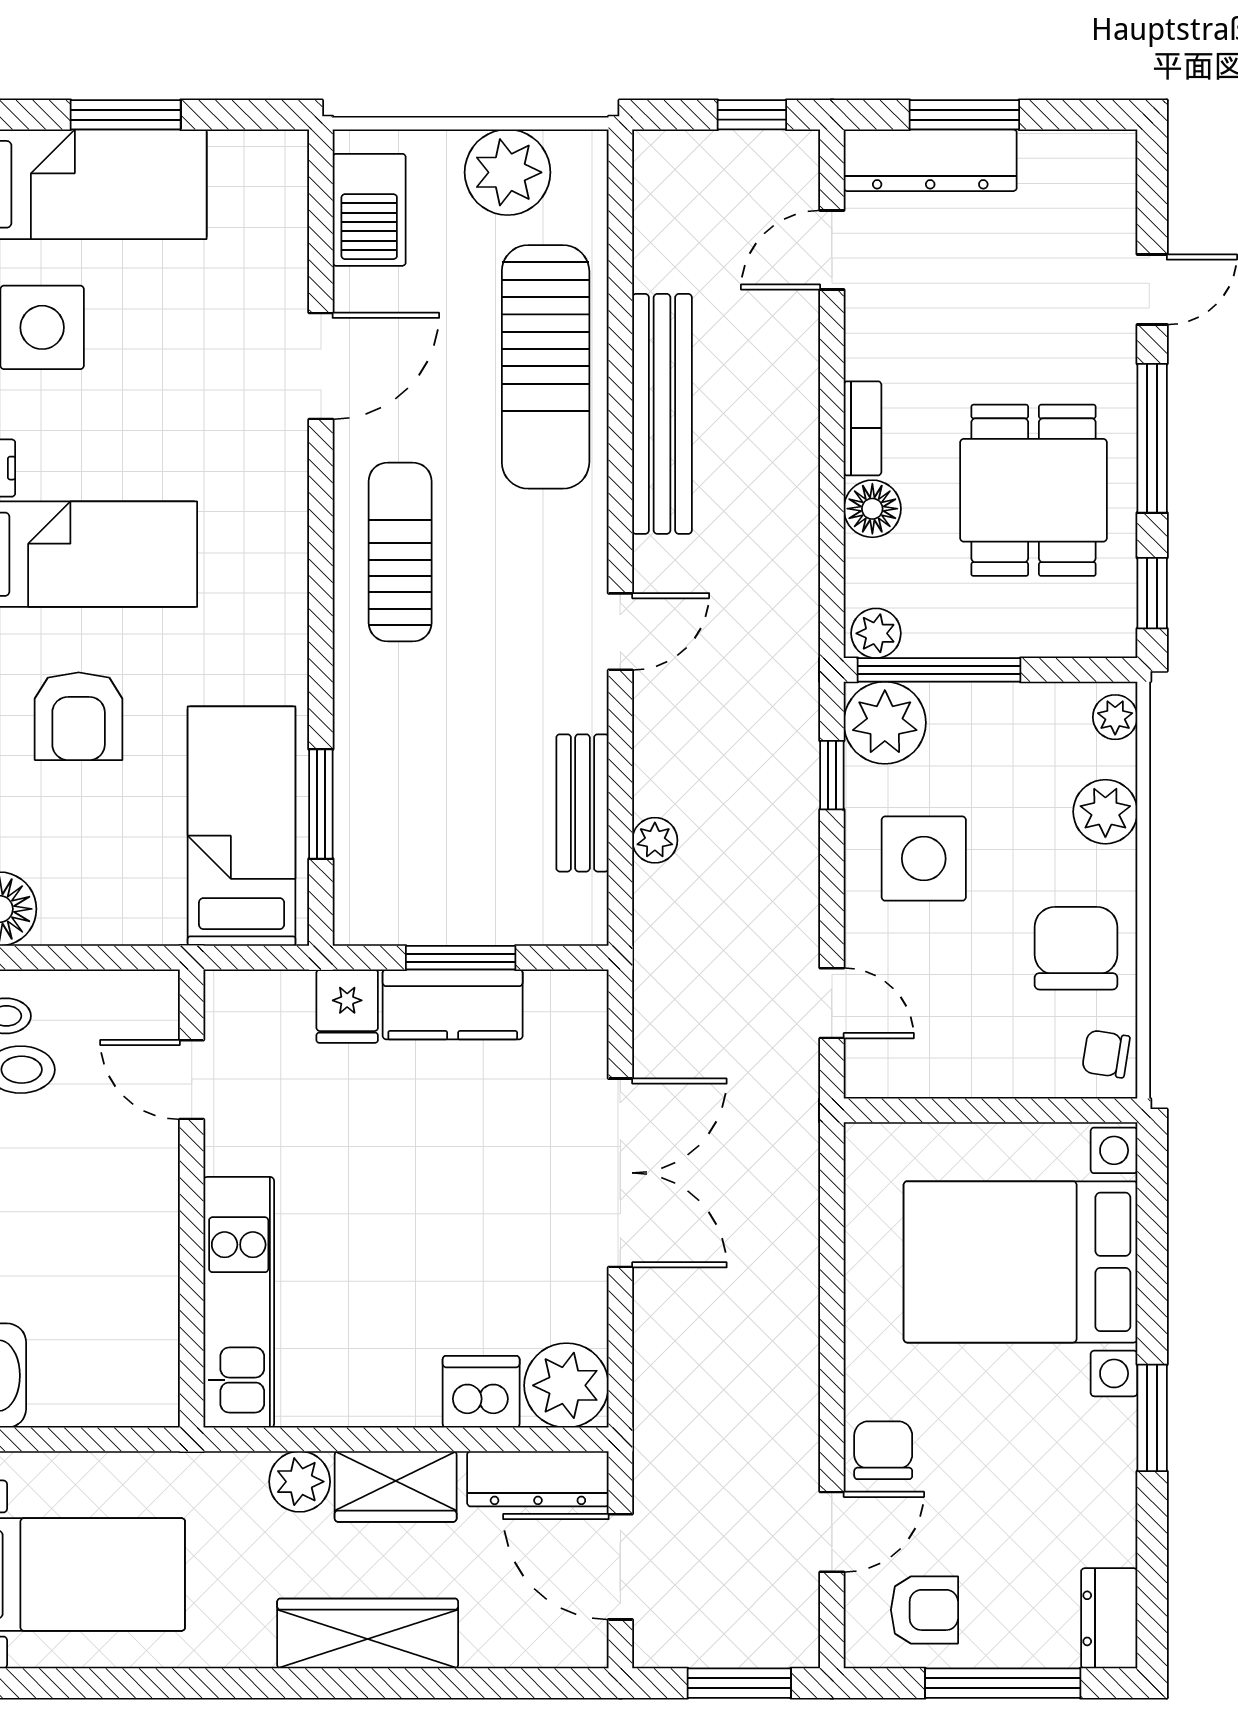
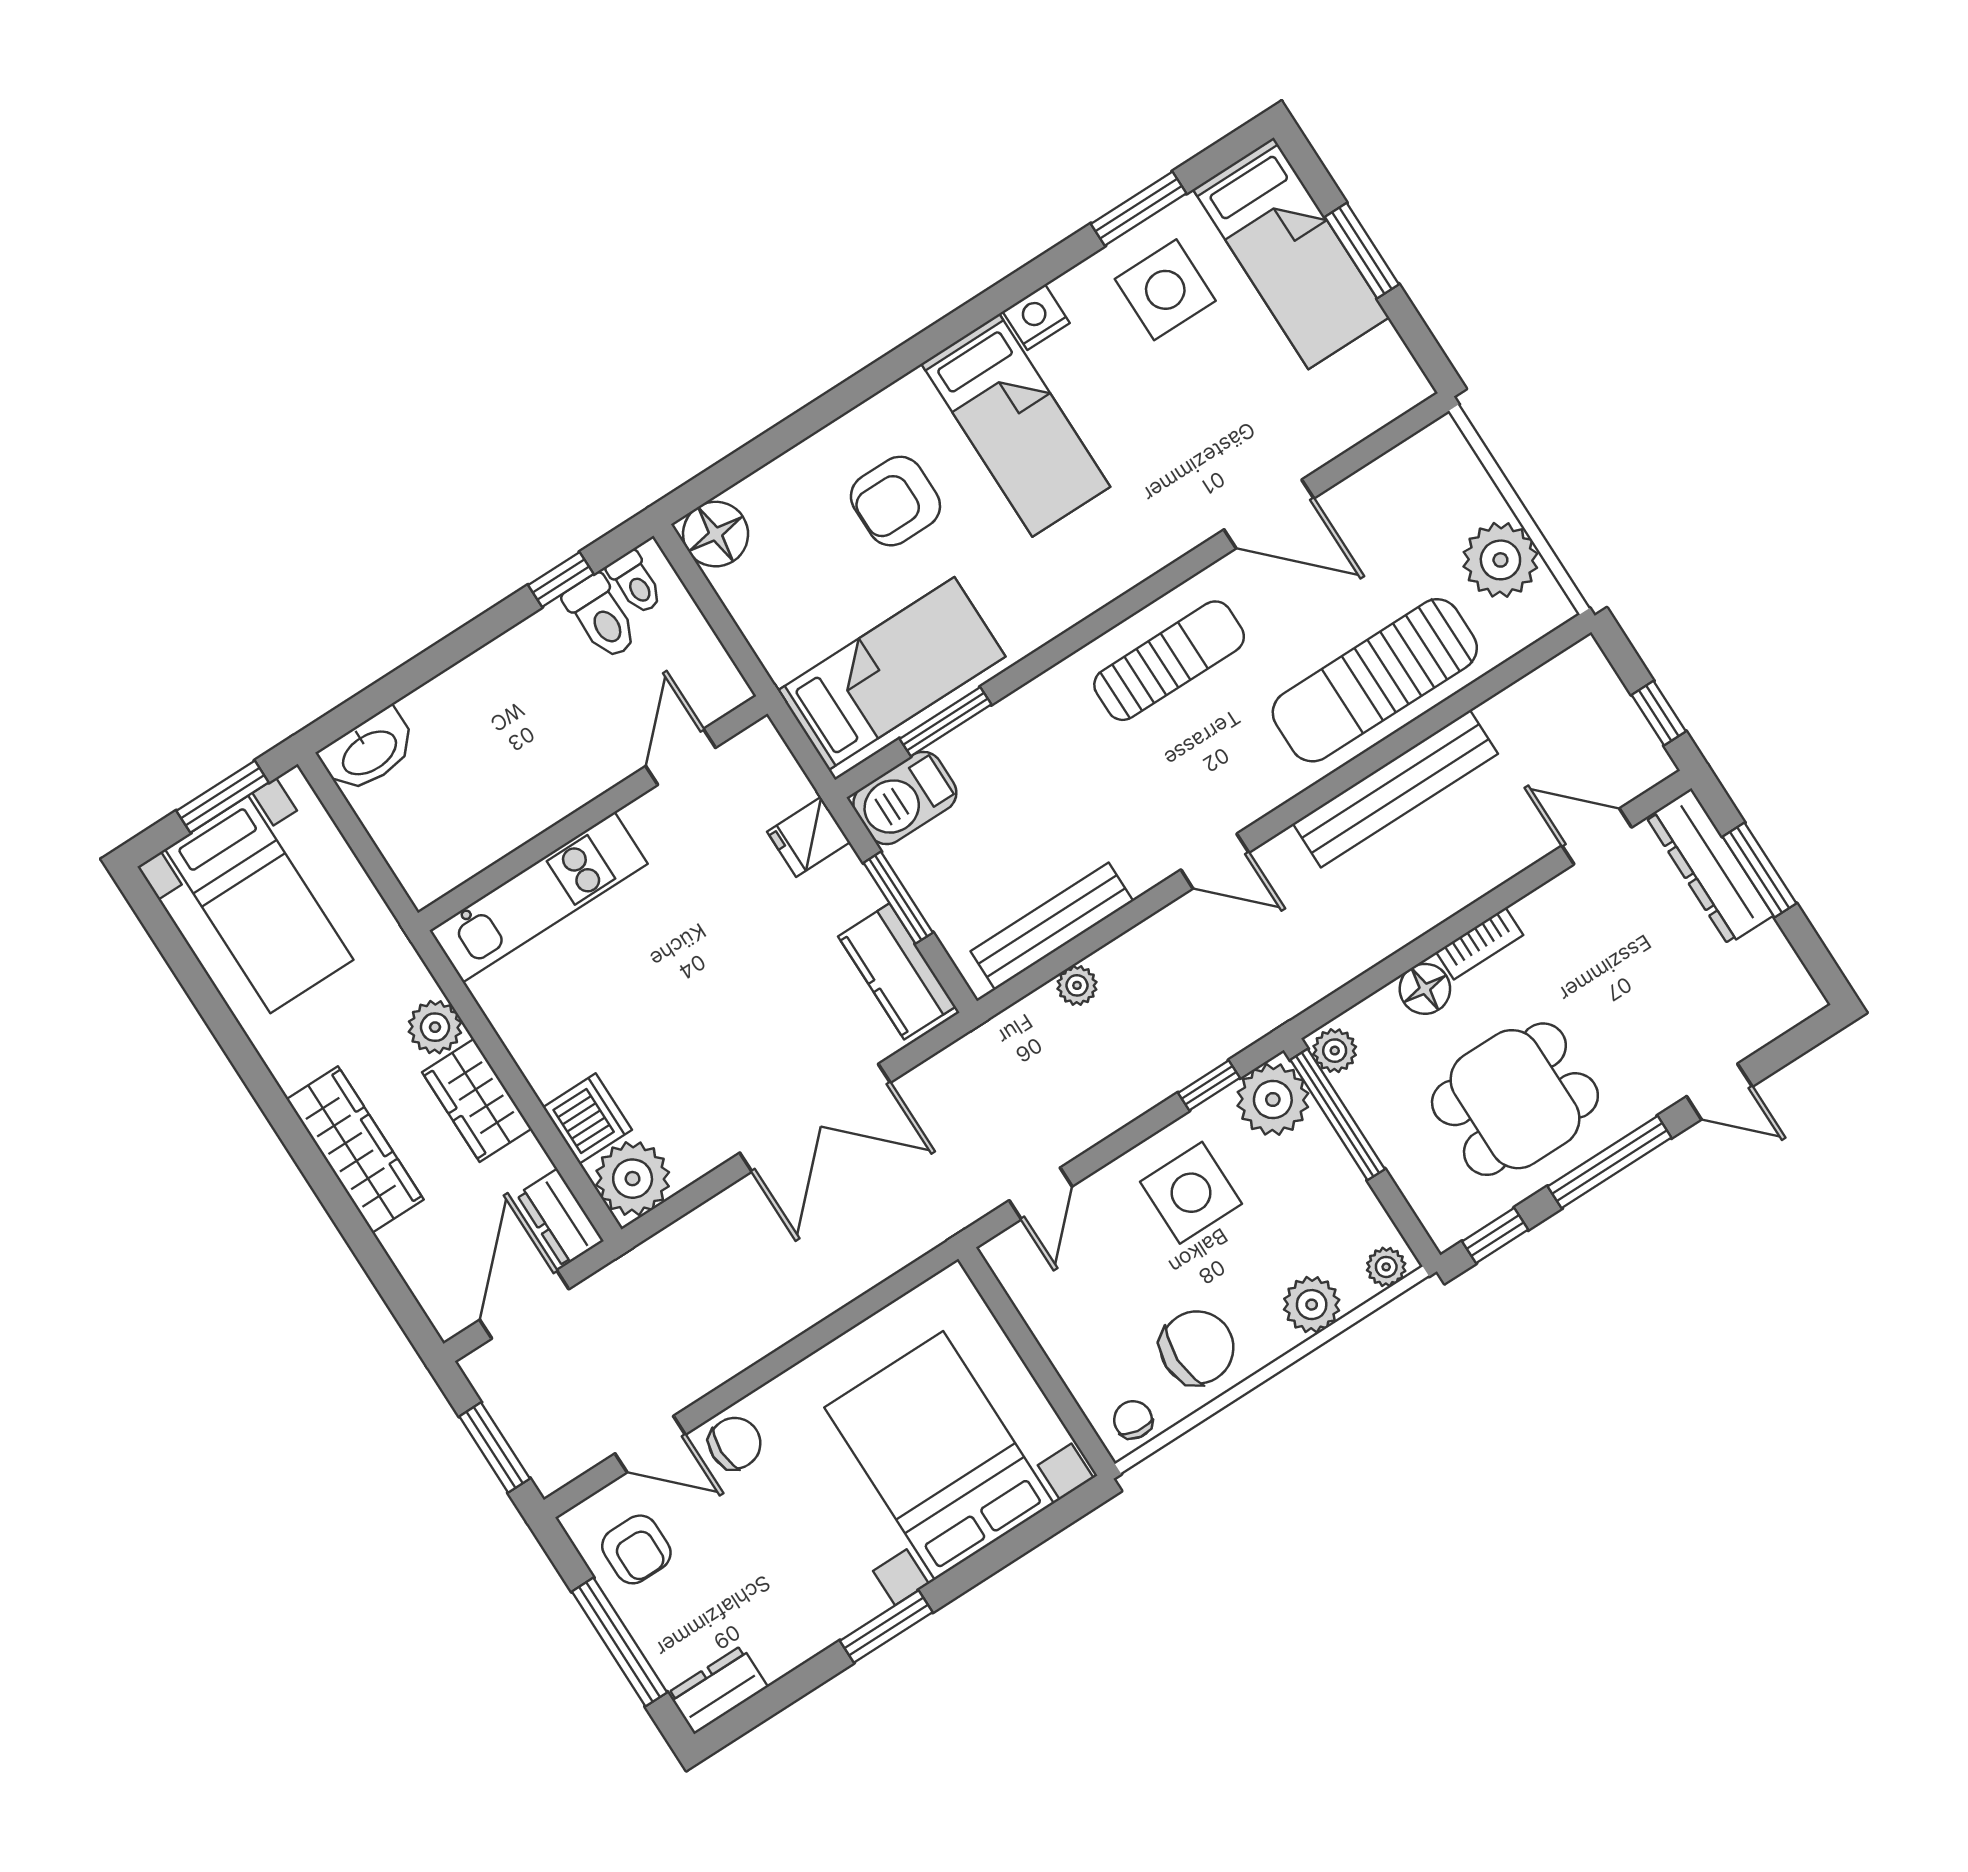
barbecue: (369, 210) -> (905, 798), moved
bench: (582, 803) -> (1052, 926), width x1.36
kitchen counter: (453, 1004) -> (897, 971), moved
dresser: (538, 1479) -> (560, 1218), width x0.70

